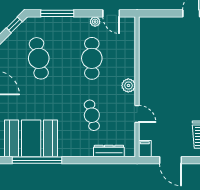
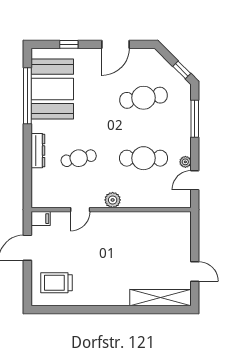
dresser: (109, 151) -> (38, 151), moved

